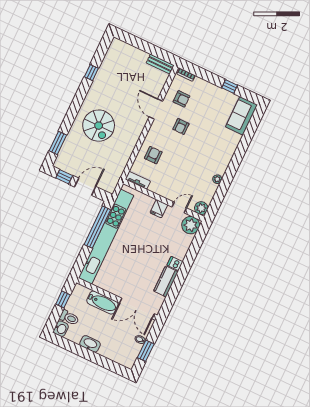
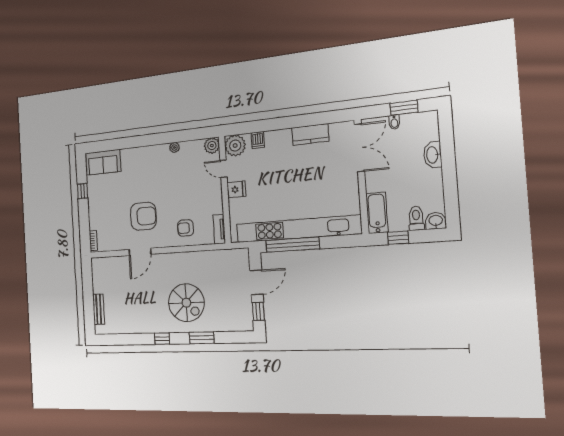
bench: (160, 64) -> (99, 309), moved
window: (91, 73) -> (162, 339), moved
armchair: (181, 99) -> (118, 232), removed
spiral stairs: (99, 126) -> (186, 303), turned 90
armchair: (181, 127) -> (143, 216), width x1.88, depth x1.88
window: (58, 143) -> (202, 338), moved
door: (85, 187) -> (256, 282), swing flipped
dishwasher: (175, 264) -> (258, 140), moved
bathtub: (102, 303) -> (377, 213), moved
washbasin: (90, 344) -> (433, 155), moved

